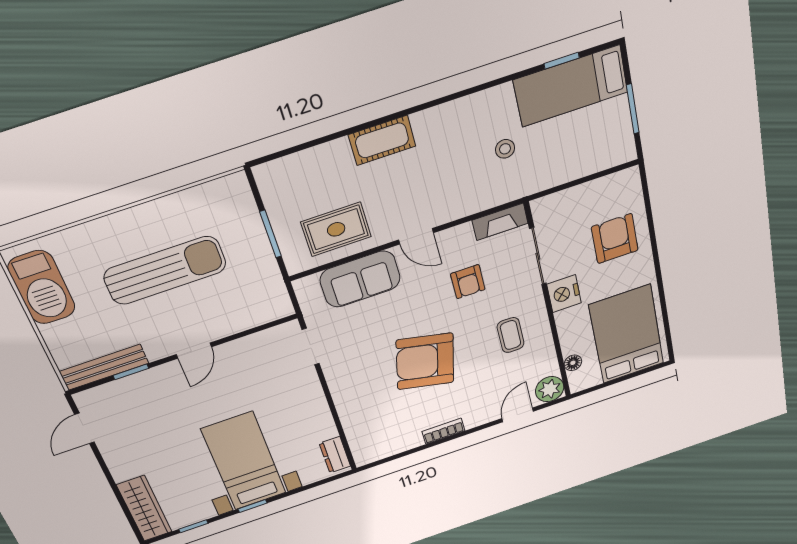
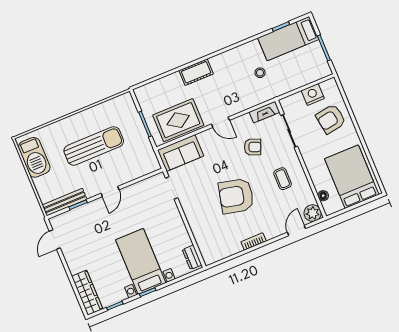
rug: (336, 229) -> (178, 120), width x1.36, depth x1.43
armchair: (615, 239) -> (331, 119), turned -99
sofa: (360, 279) -> (181, 153), moved
armchair: (468, 282) -> (253, 147), turned -68
nightstand: (564, 294) -> (313, 95), moved, turned 90

